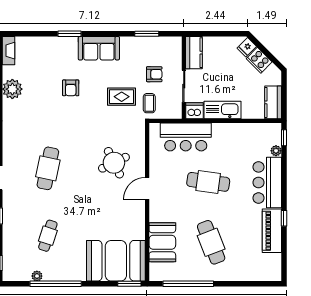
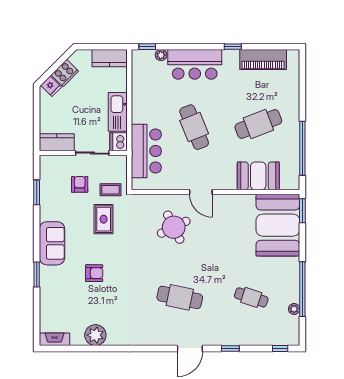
cafe table: (208, 182) -> (194, 127), turned -30
piano: (272, 231) -> (263, 59), moved

